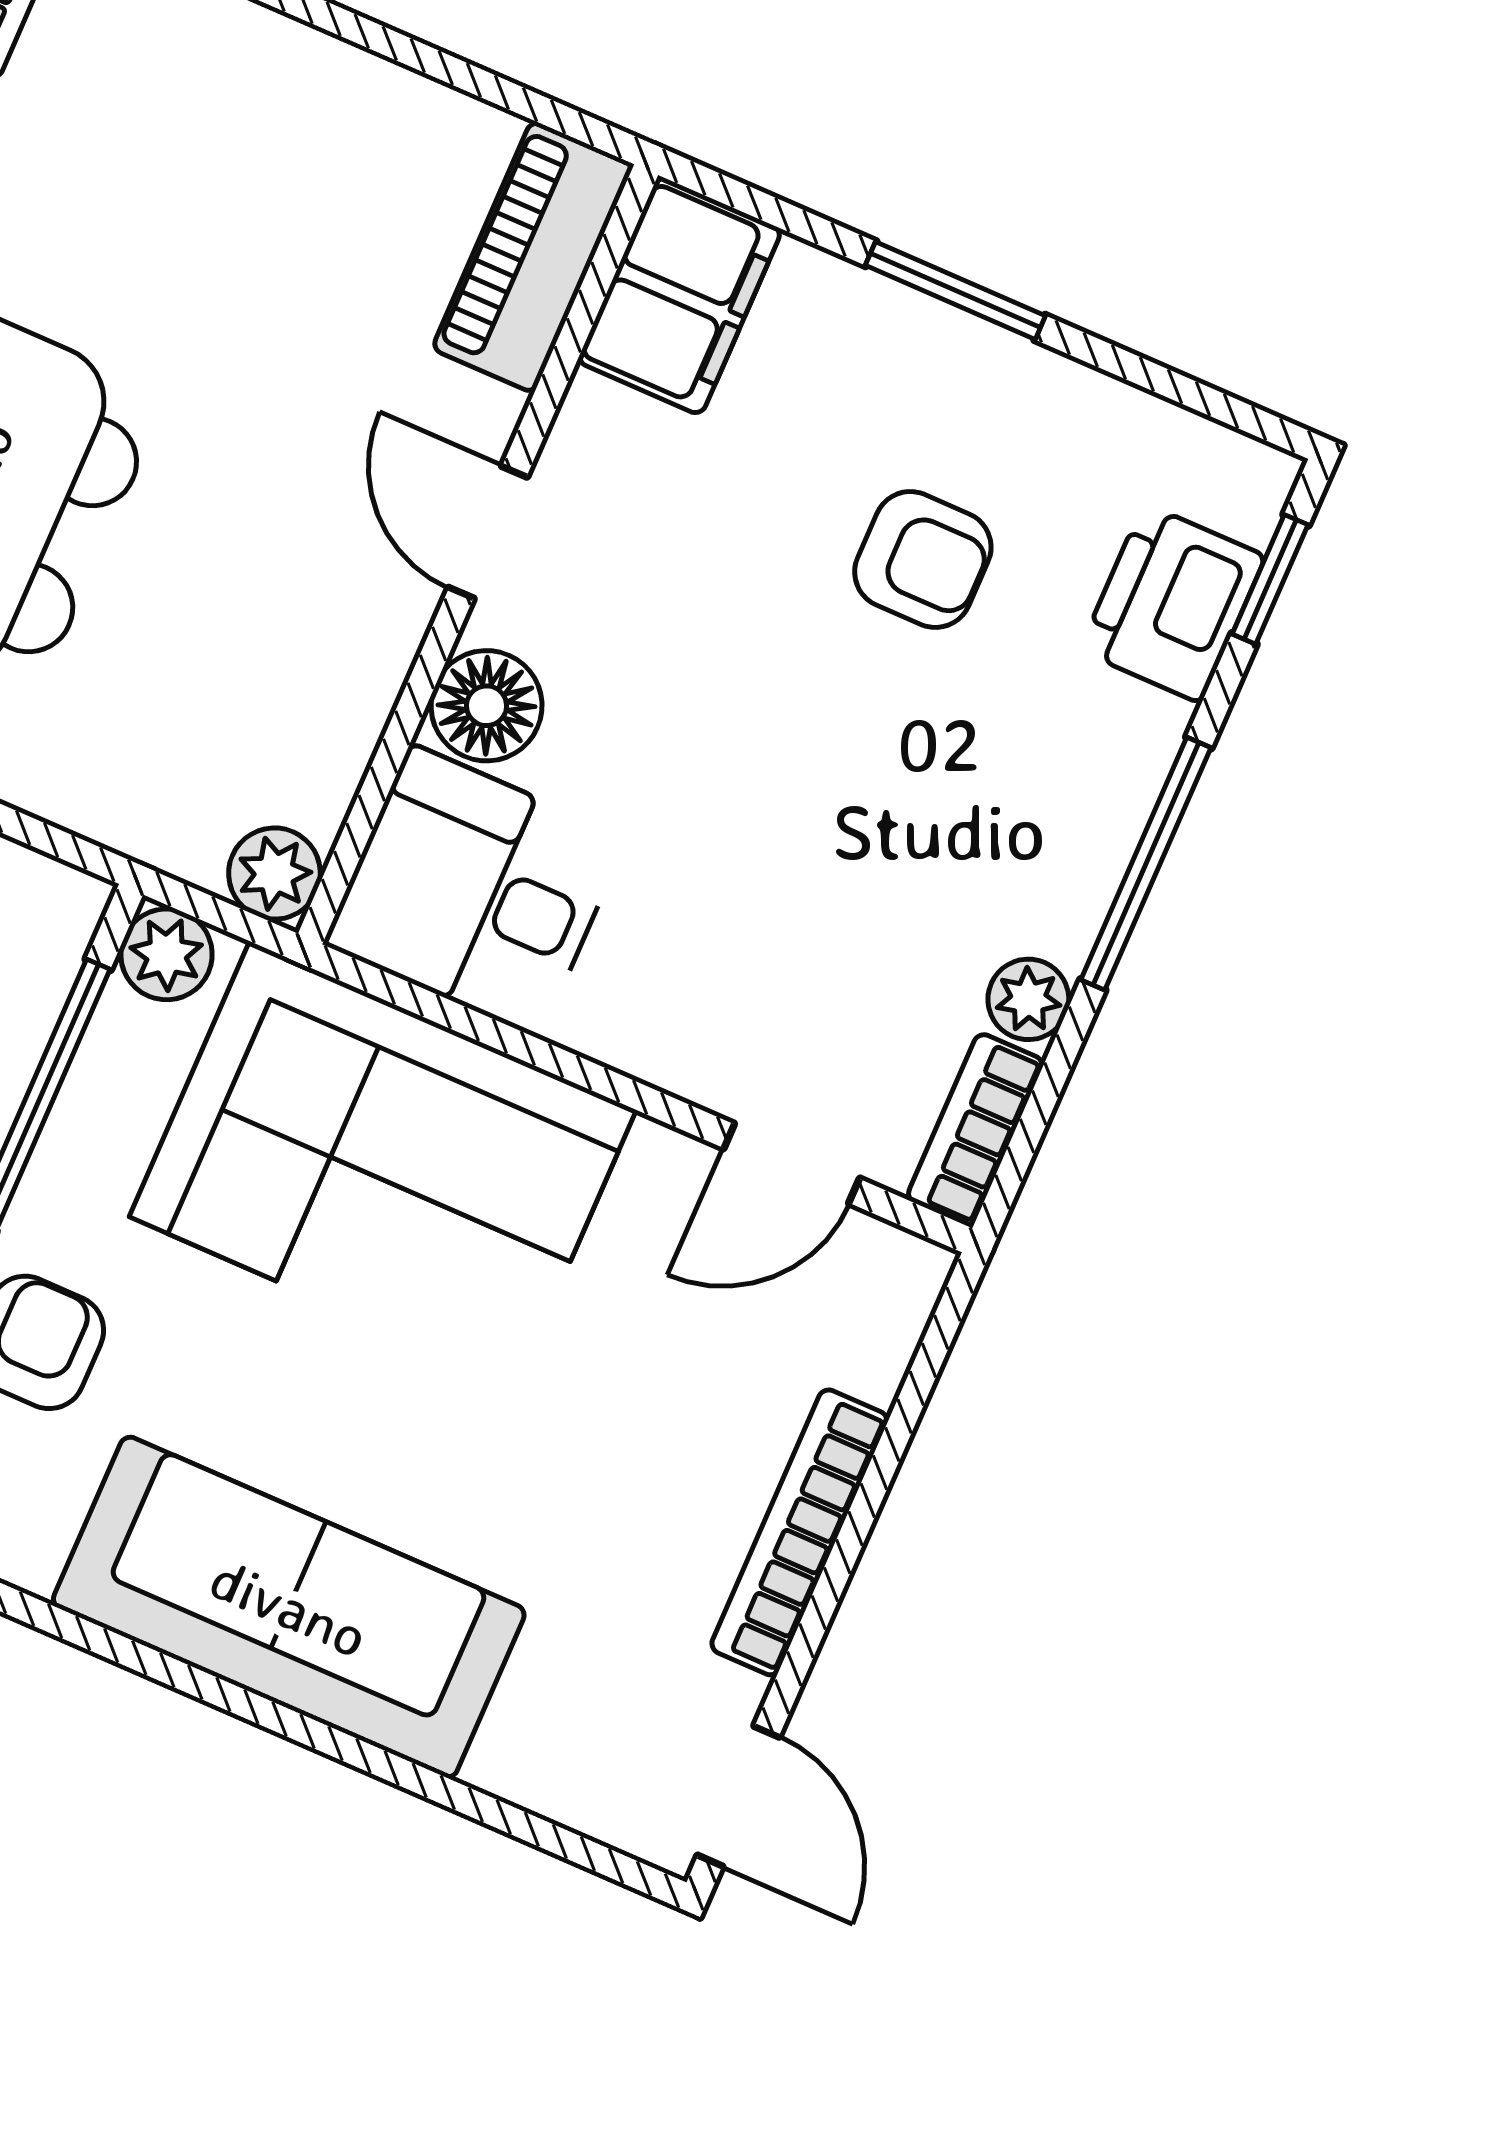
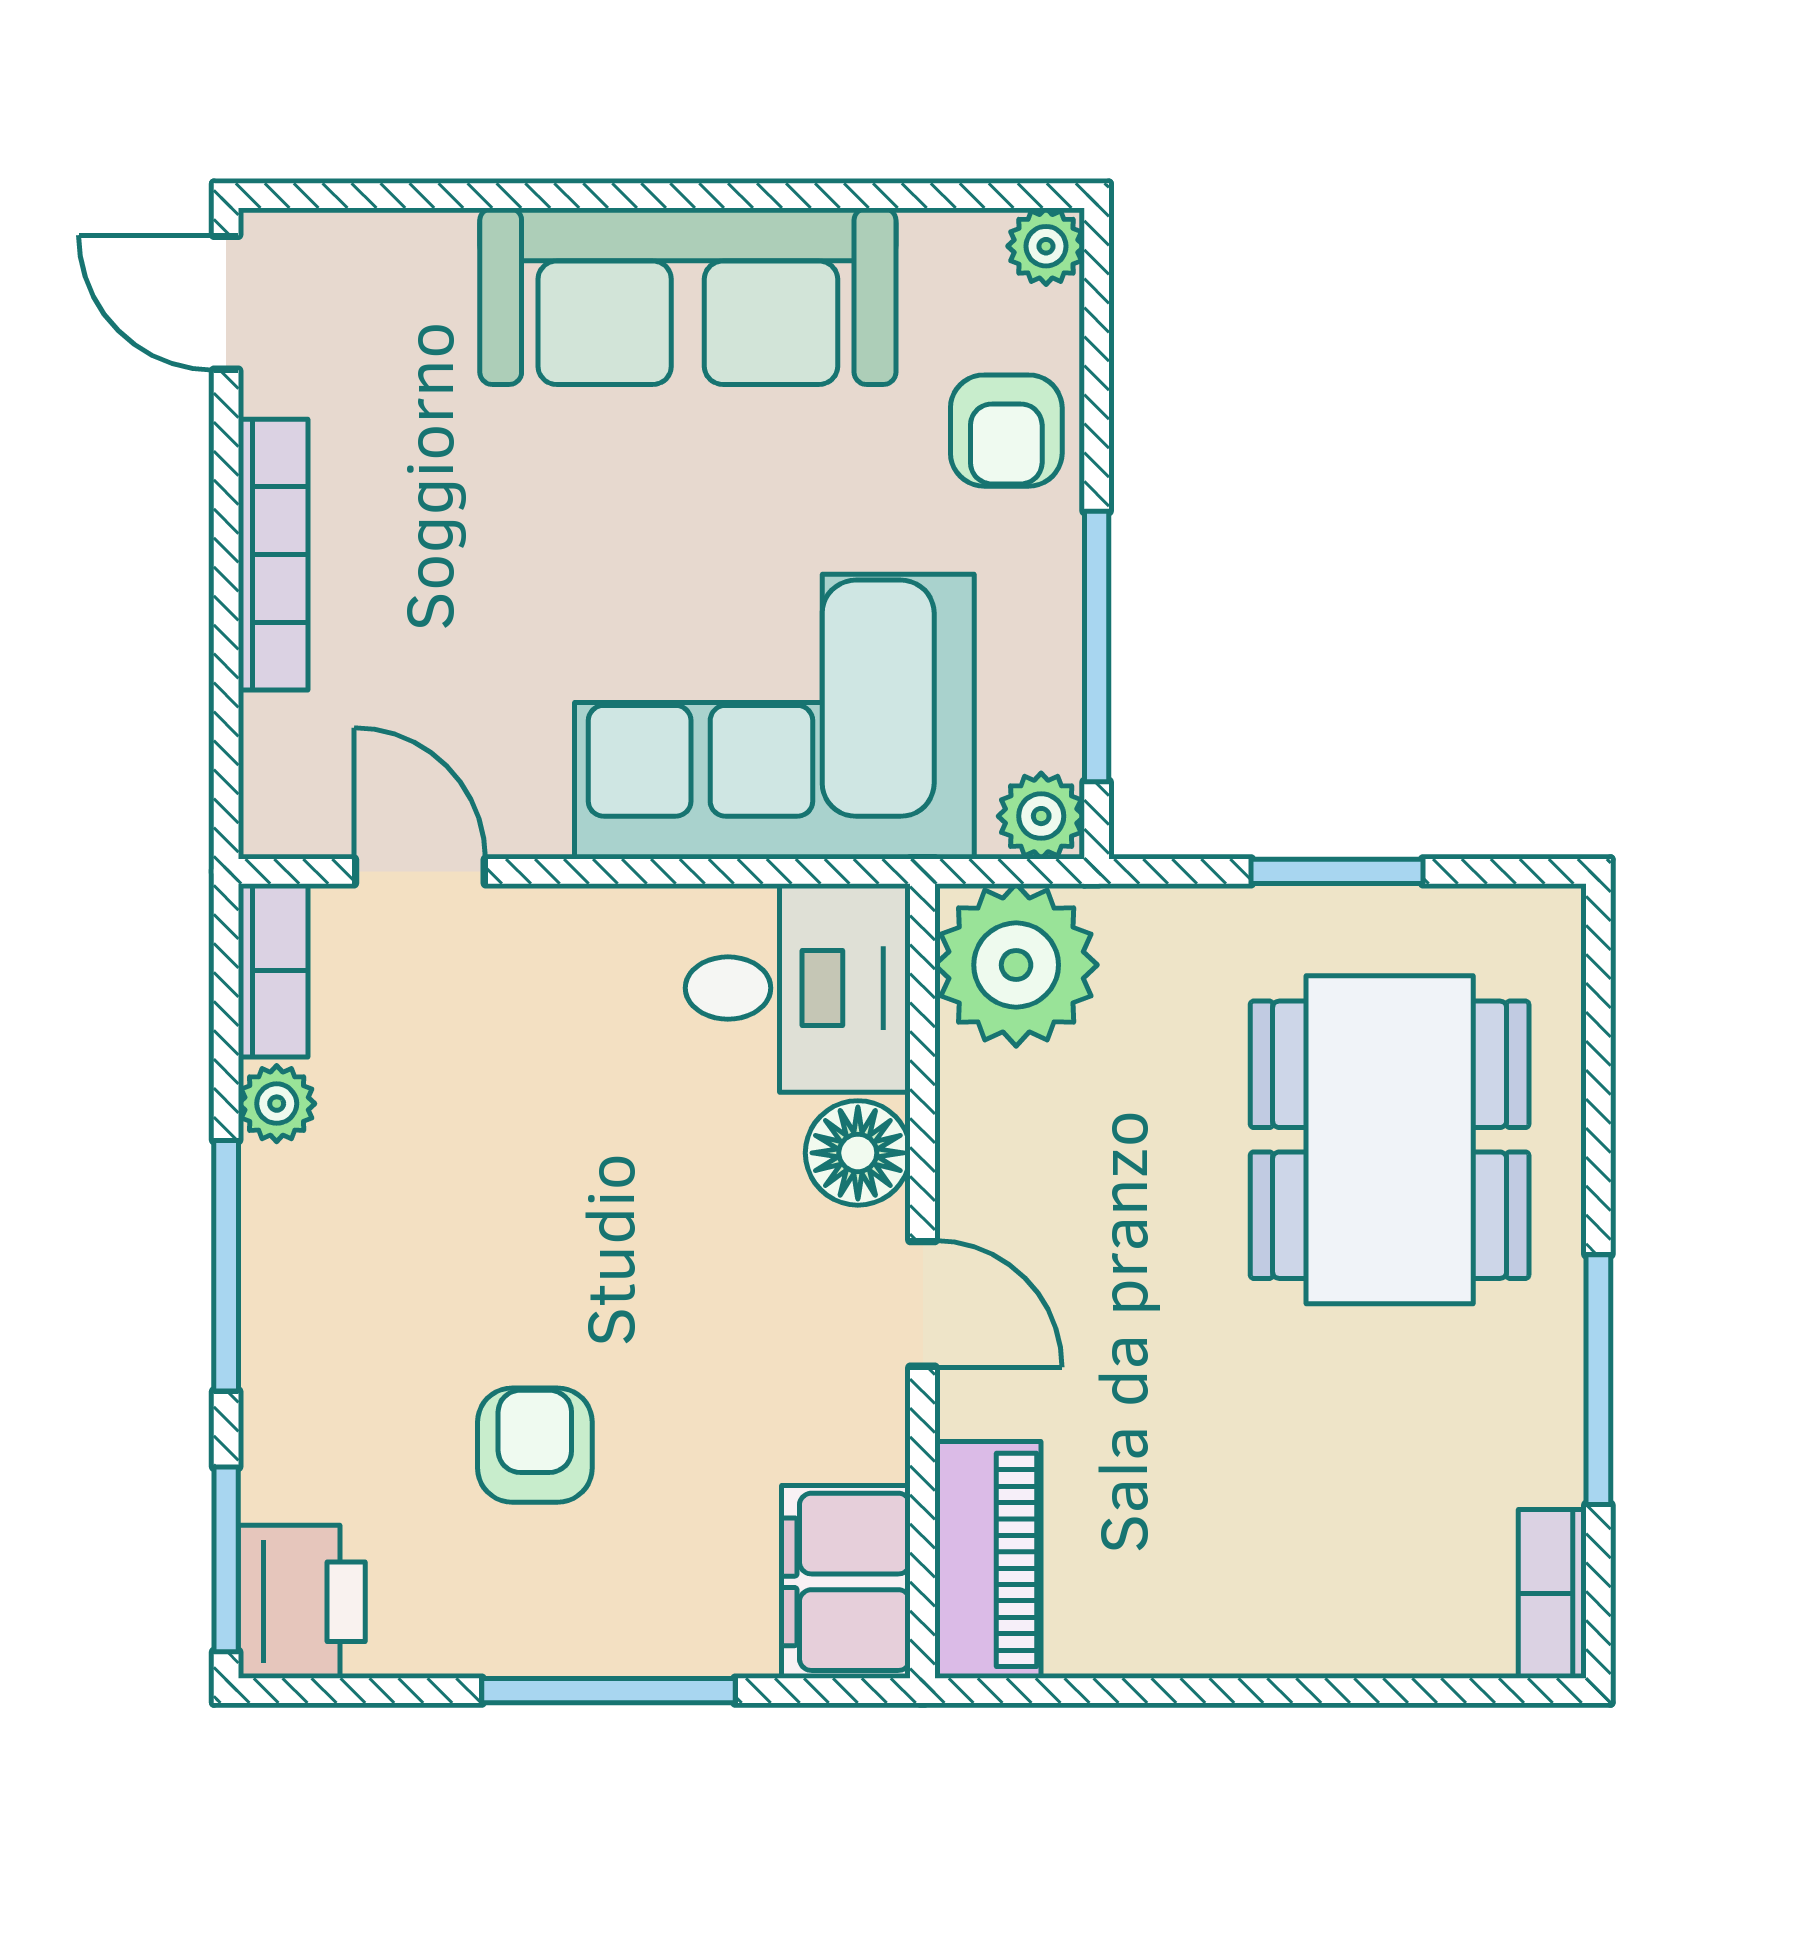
window: (955, 291) -> (609, 1691), width x1.44
armchair: (923, 559) -> (535, 1445), turned 90
window: (1270, 579) -> (226, 1559), width x1.50
printer: (1172, 603) -> (302, 1602), moved
plant: (275, 874) -> (1016, 965), width x1.88, depth x1.88
door: (792, 1164) -> (420, 871), hinge flipped

